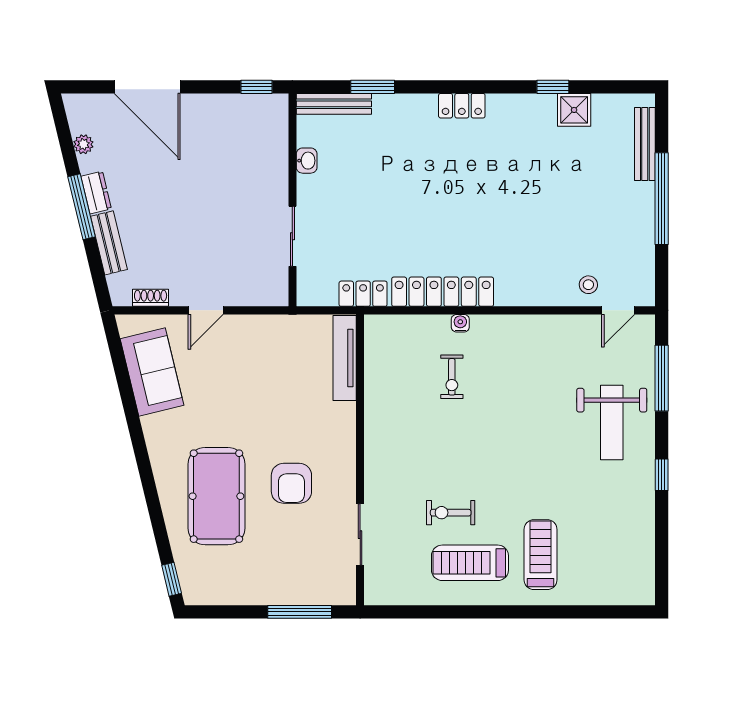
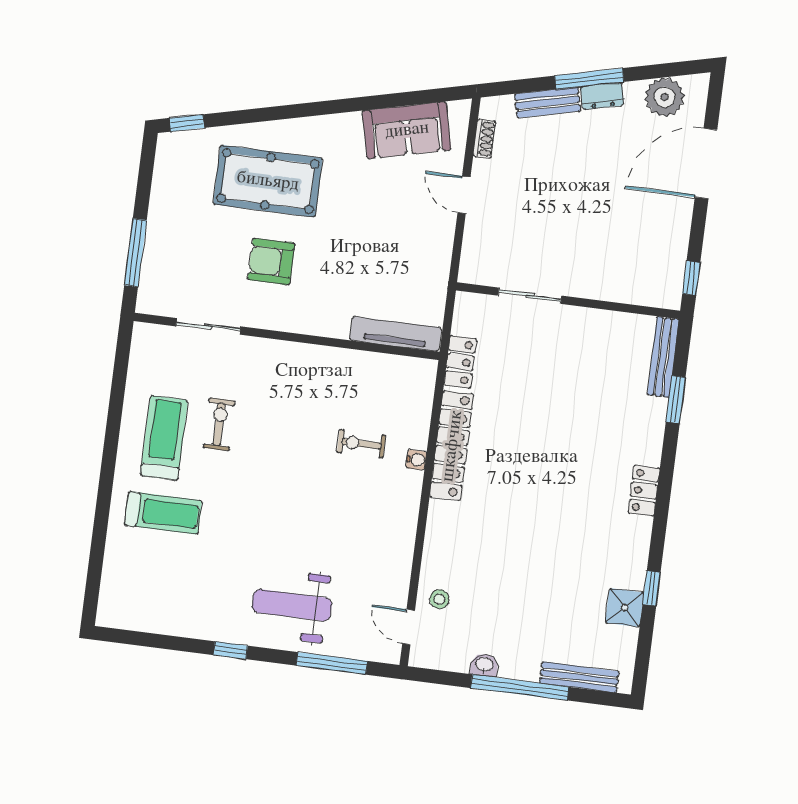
plant: (83, 144) -> (665, 97), width x1.87, depth x1.87
washbasin: (307, 161) -> (484, 665), moved, turned 180

